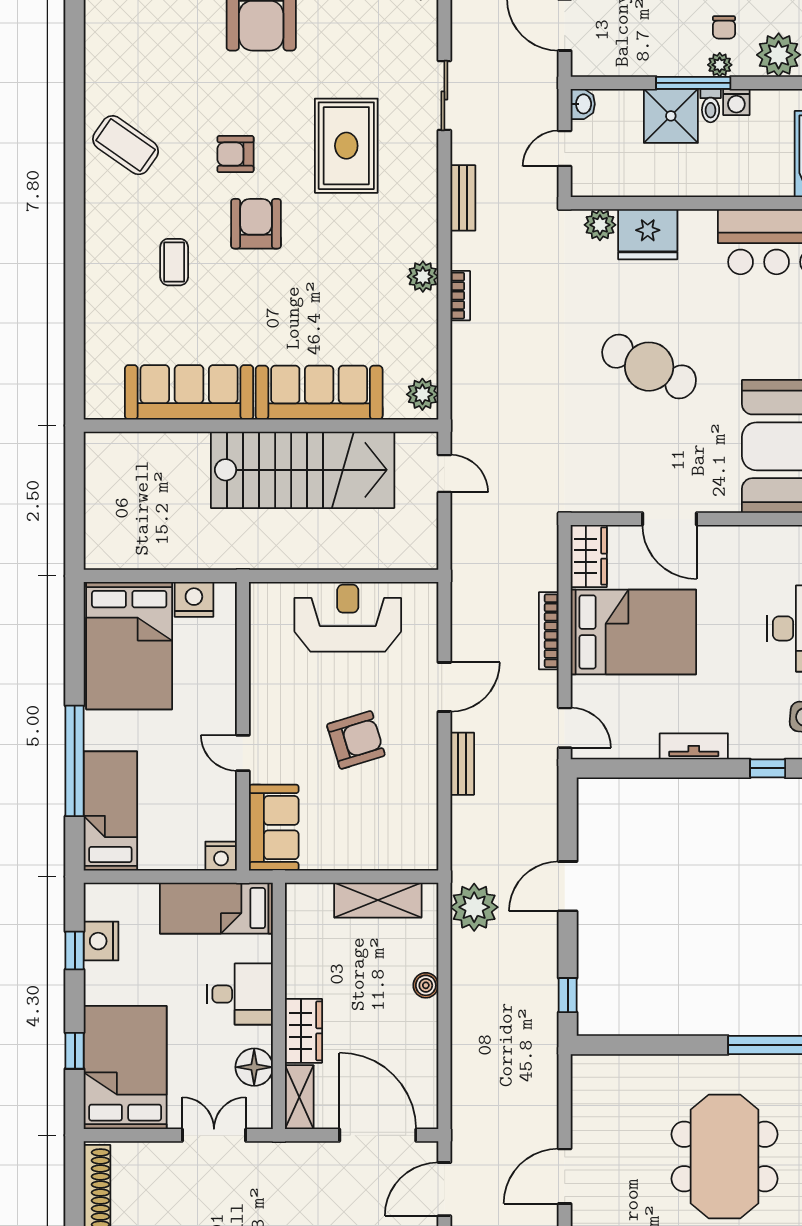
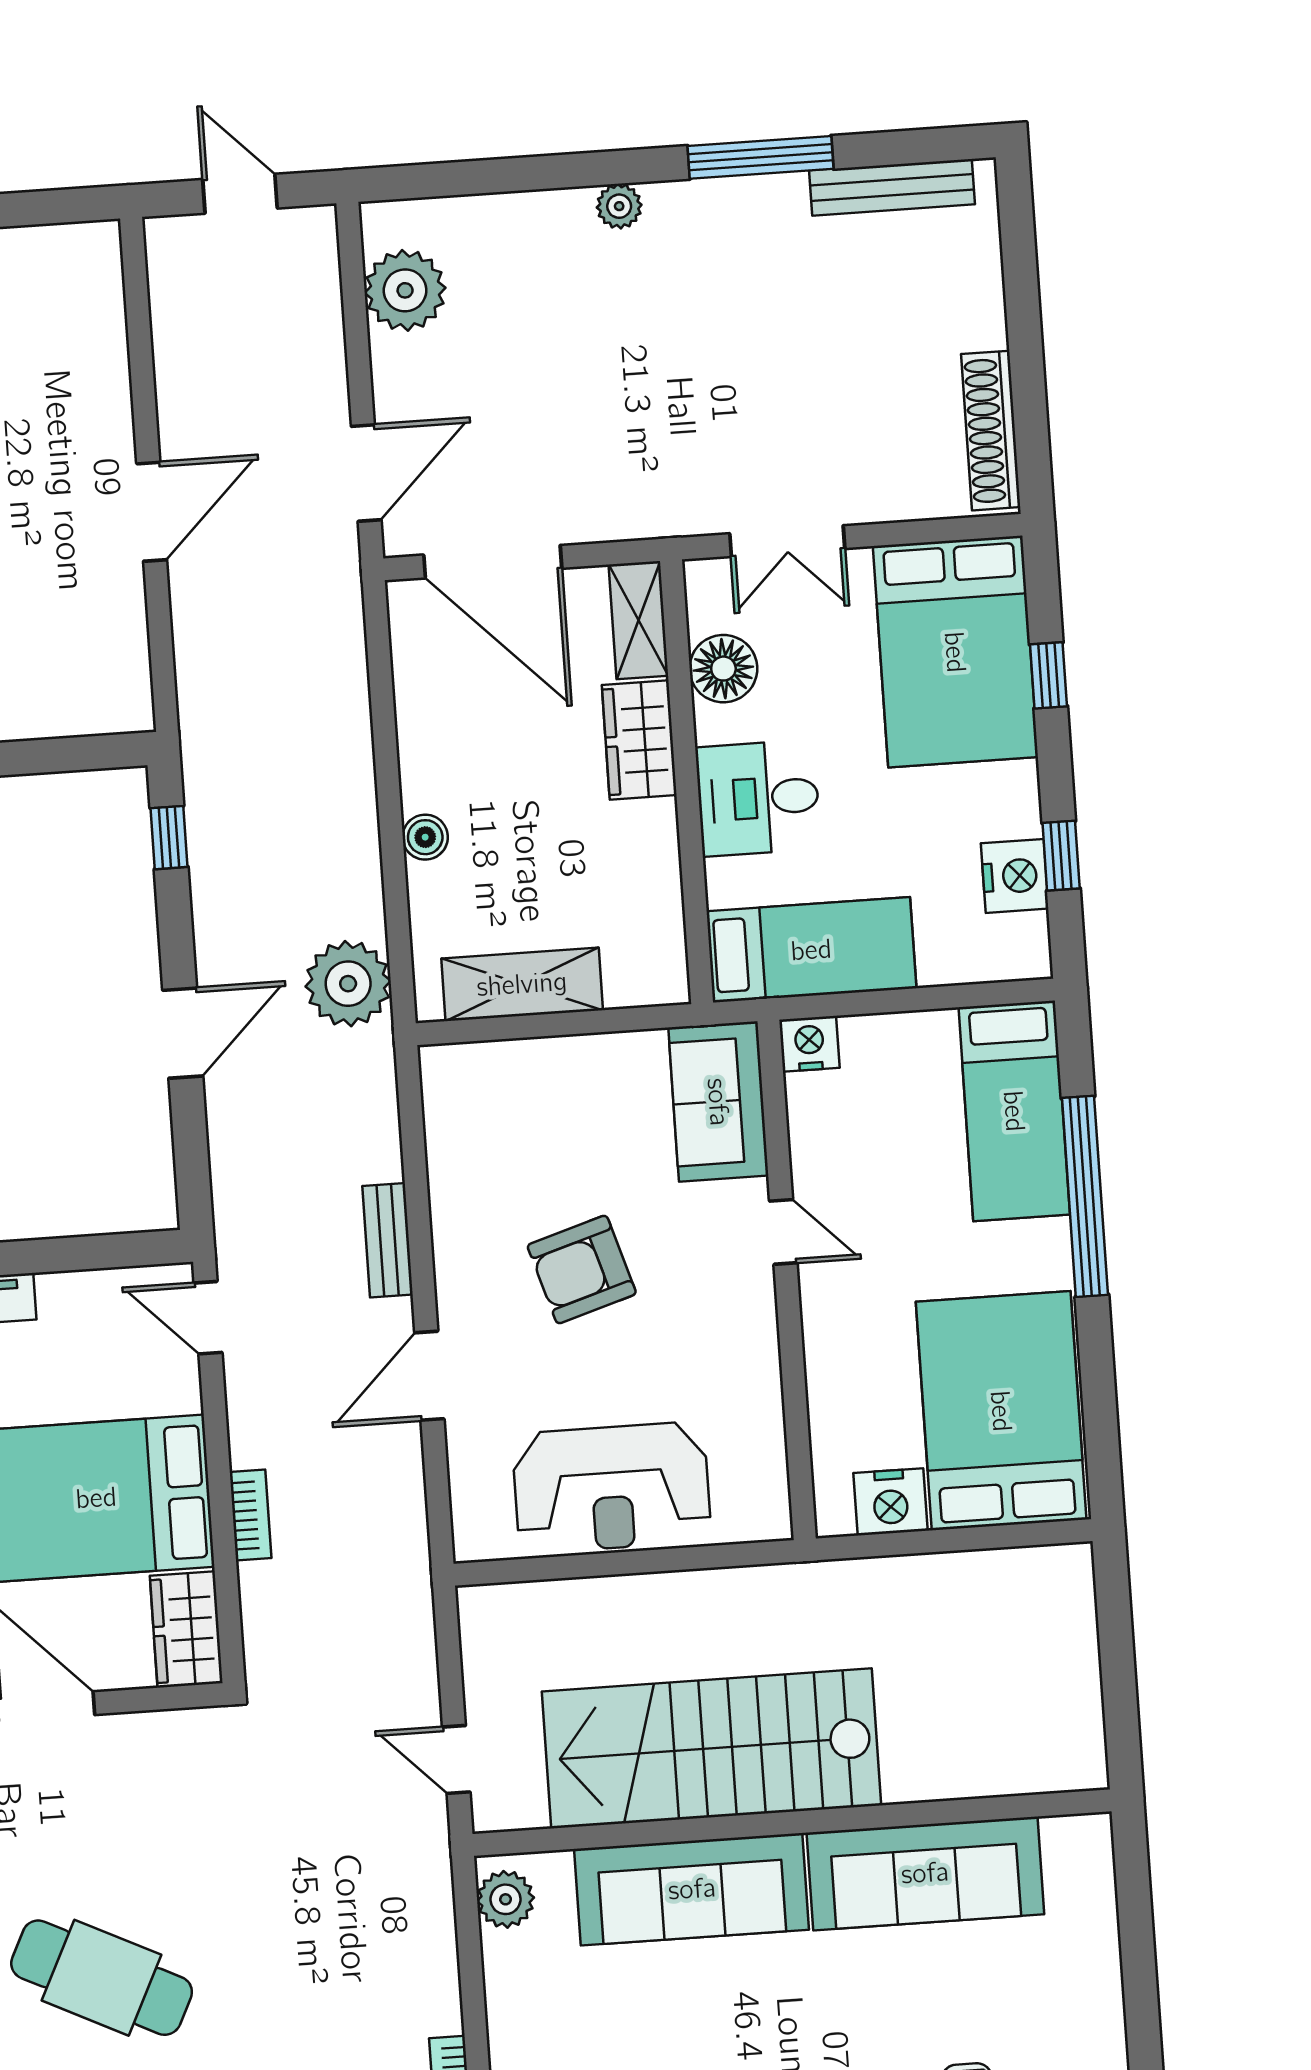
bookcase: (549, 631) -> (251, 1515), width x0.64

